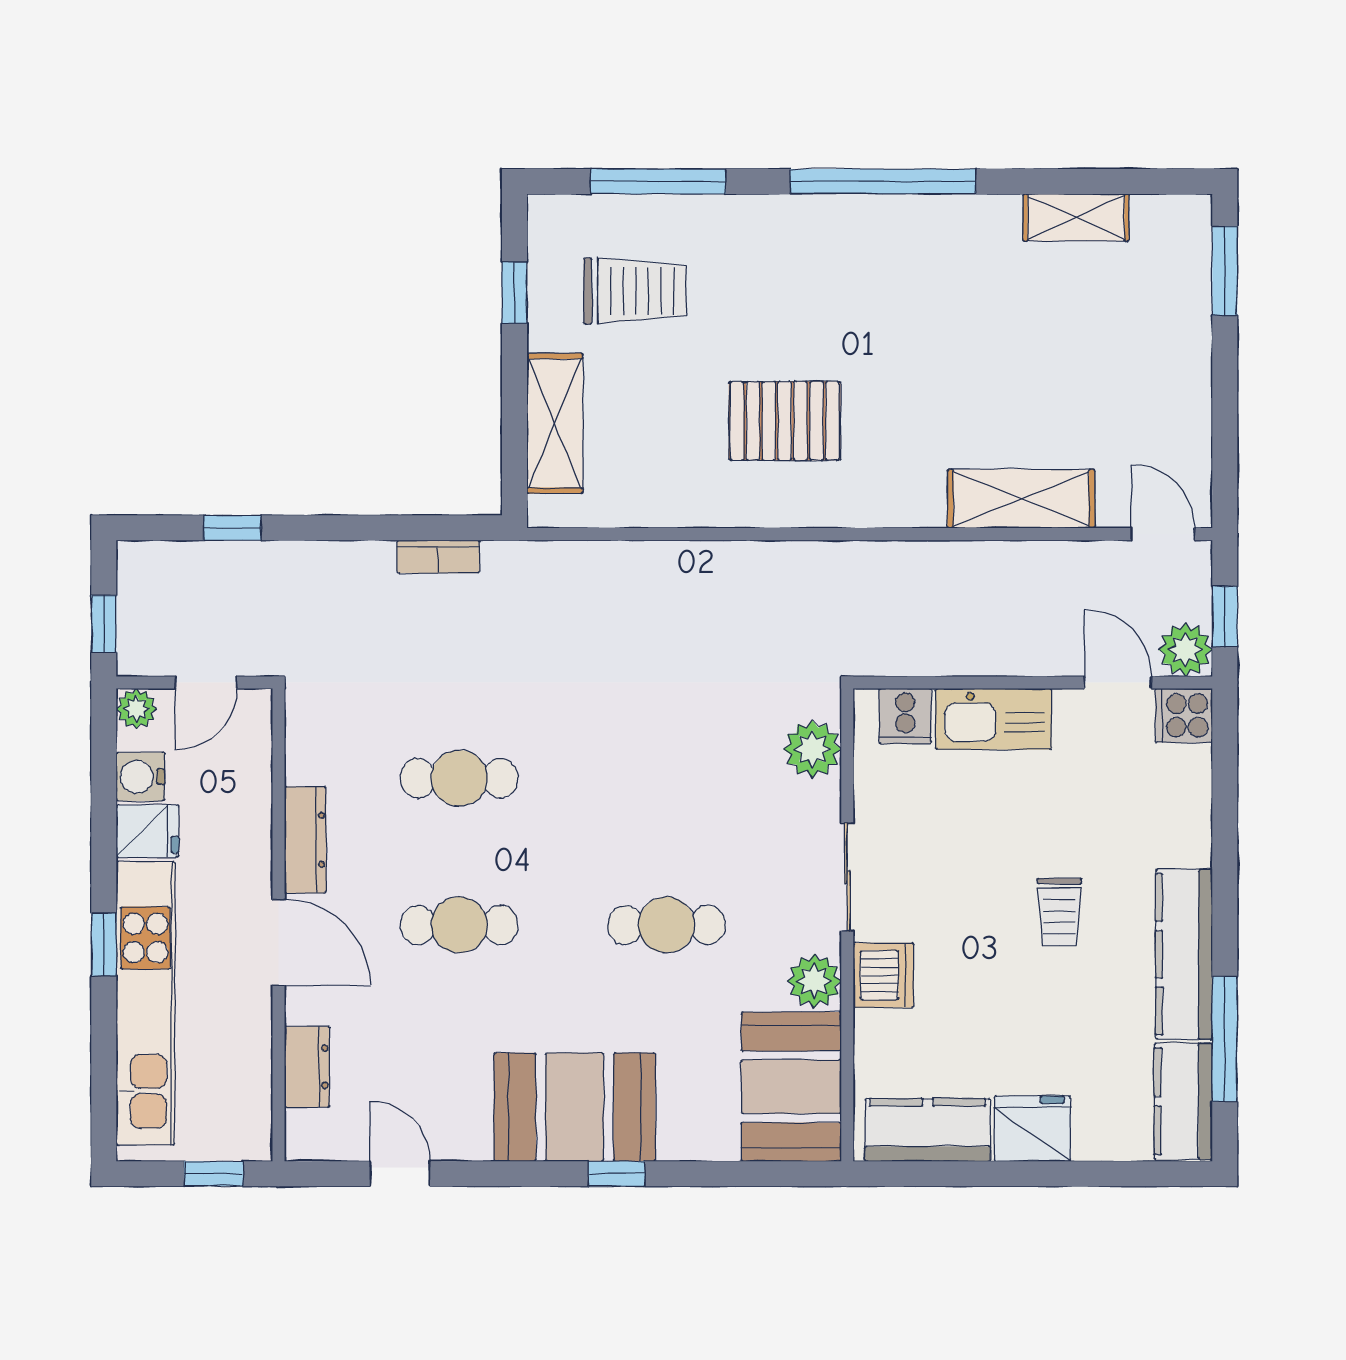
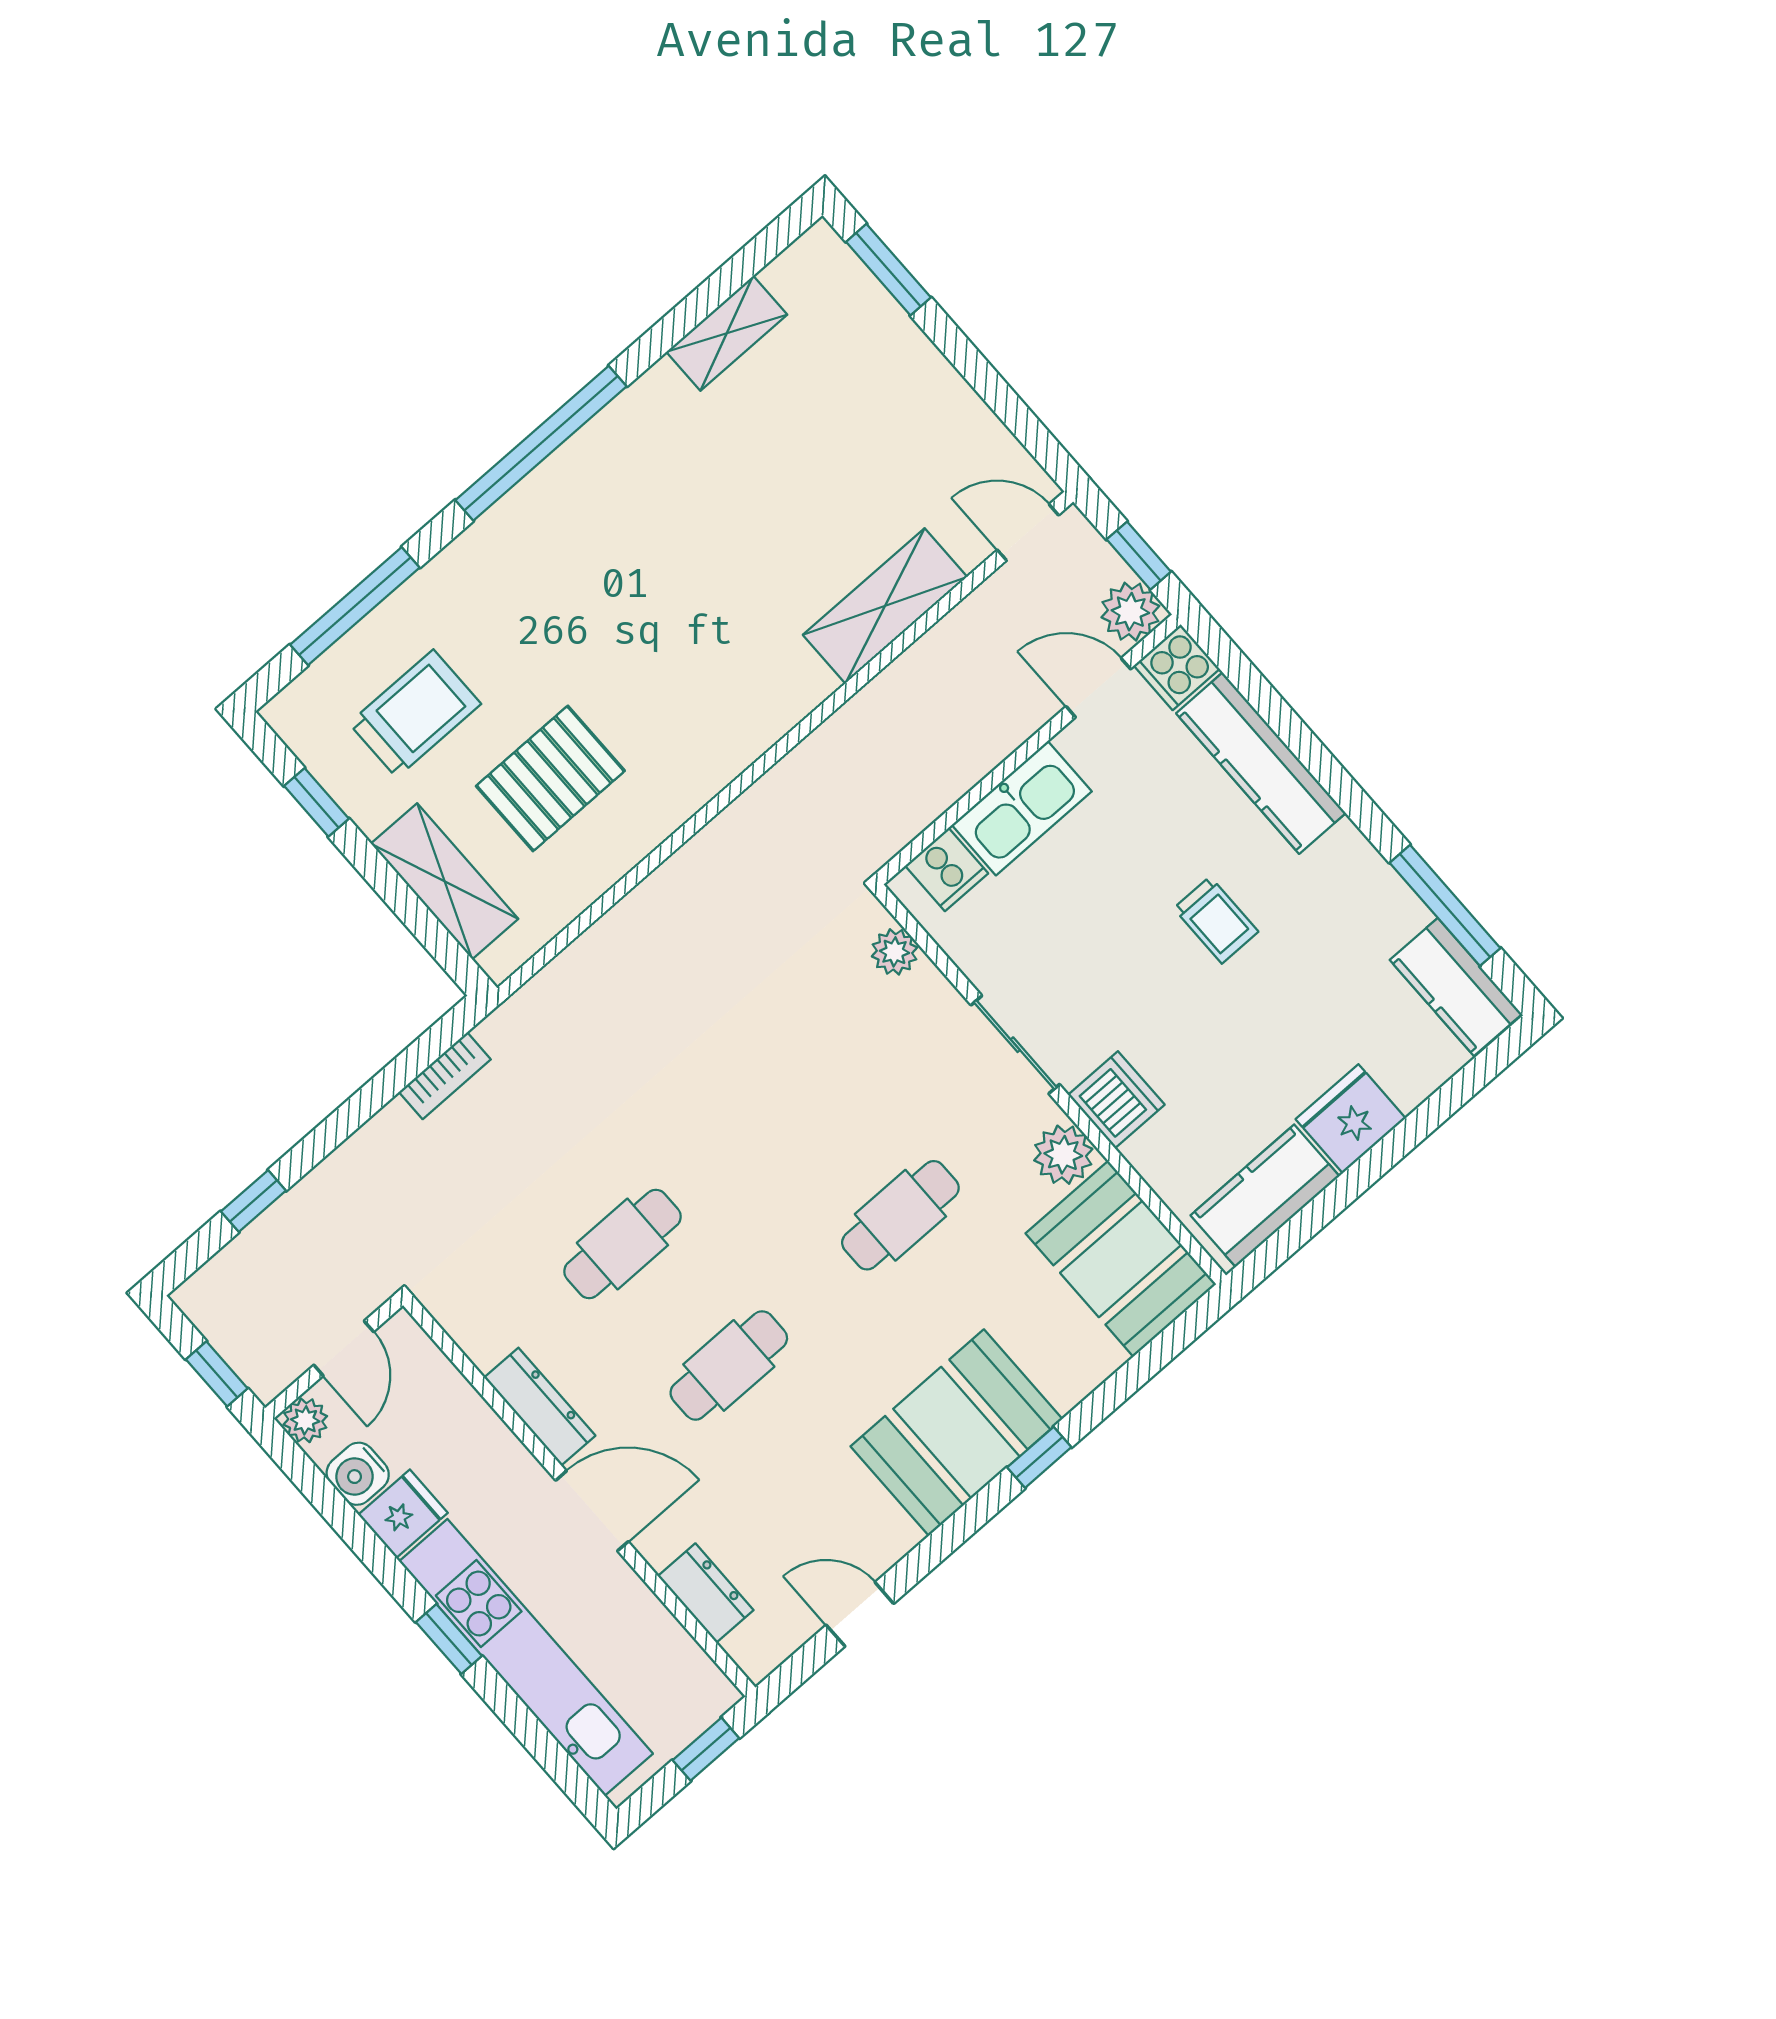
pallet: (785, 421) -> (550, 778), moved
plant: (812, 749) -> (894, 952), width x0.73, depth x0.73
kitchen counter: (1184, 954) -> (1261, 763), moved

